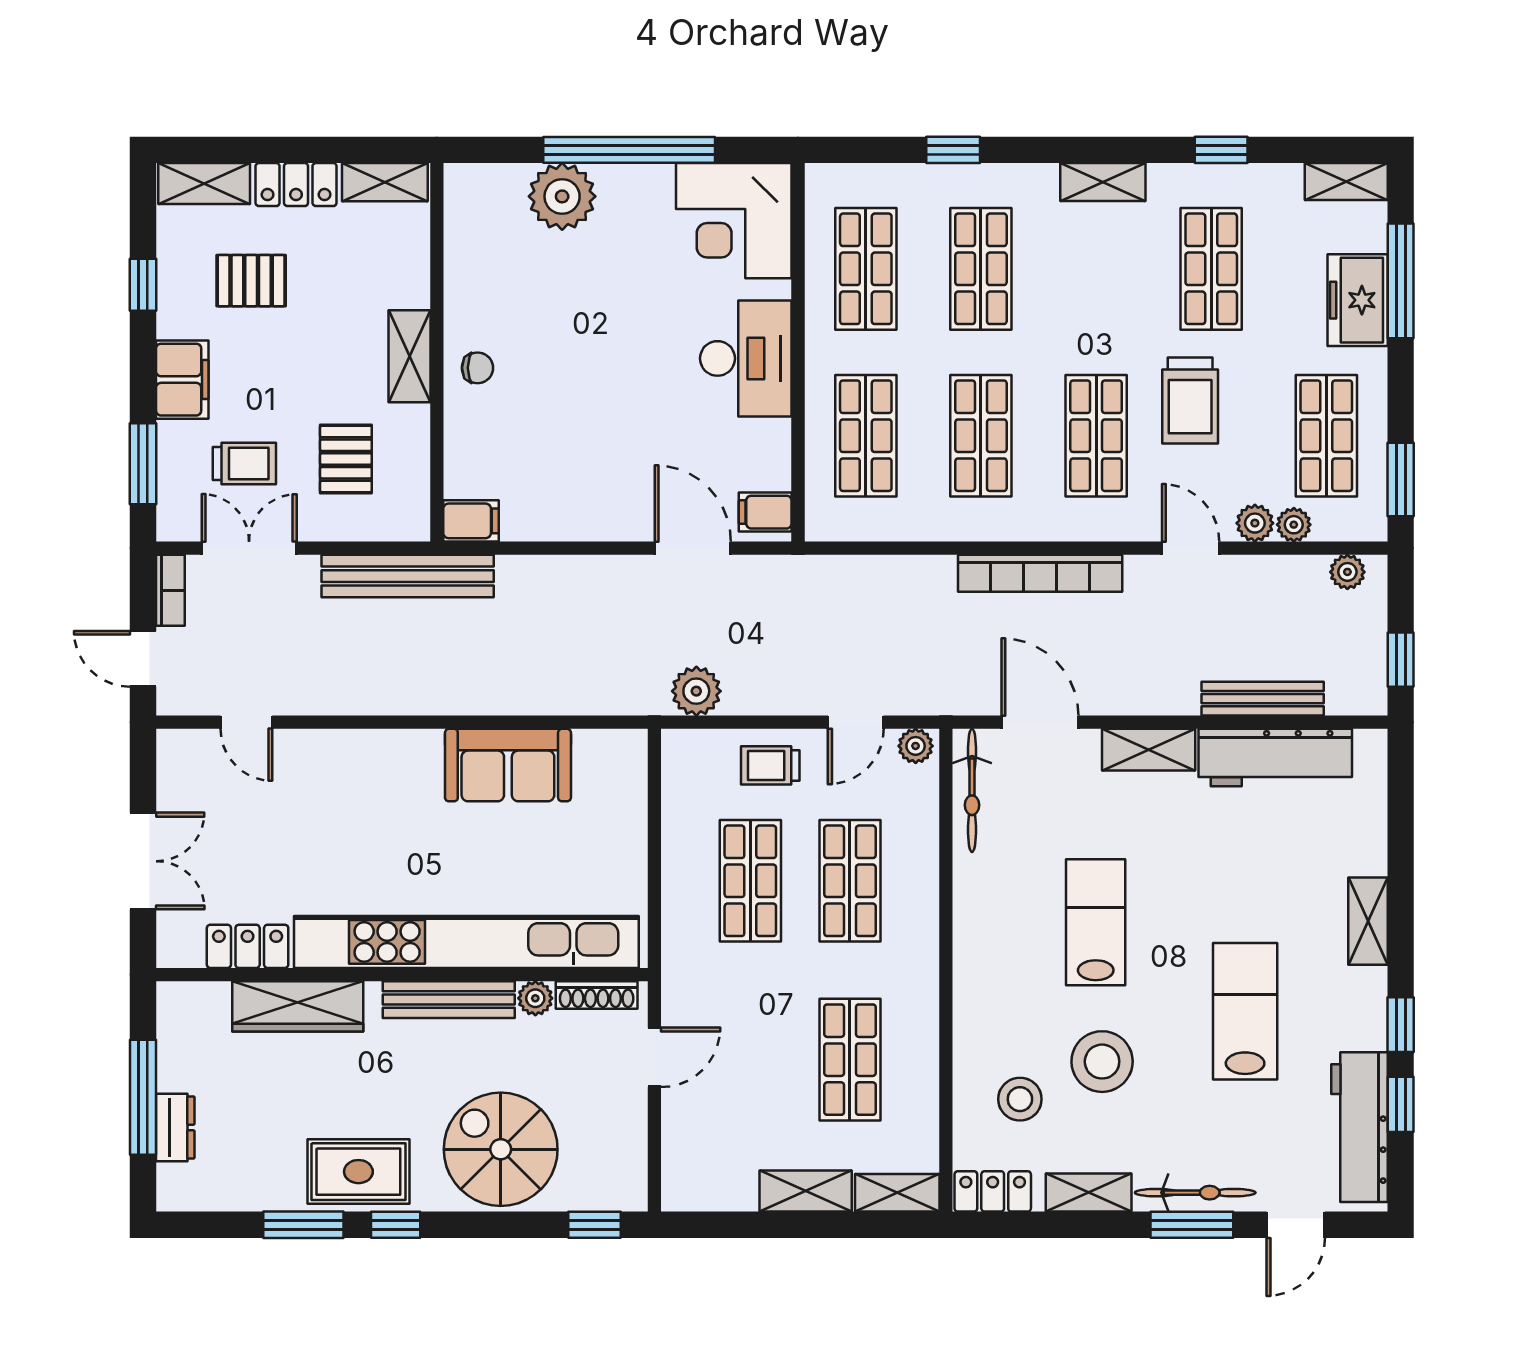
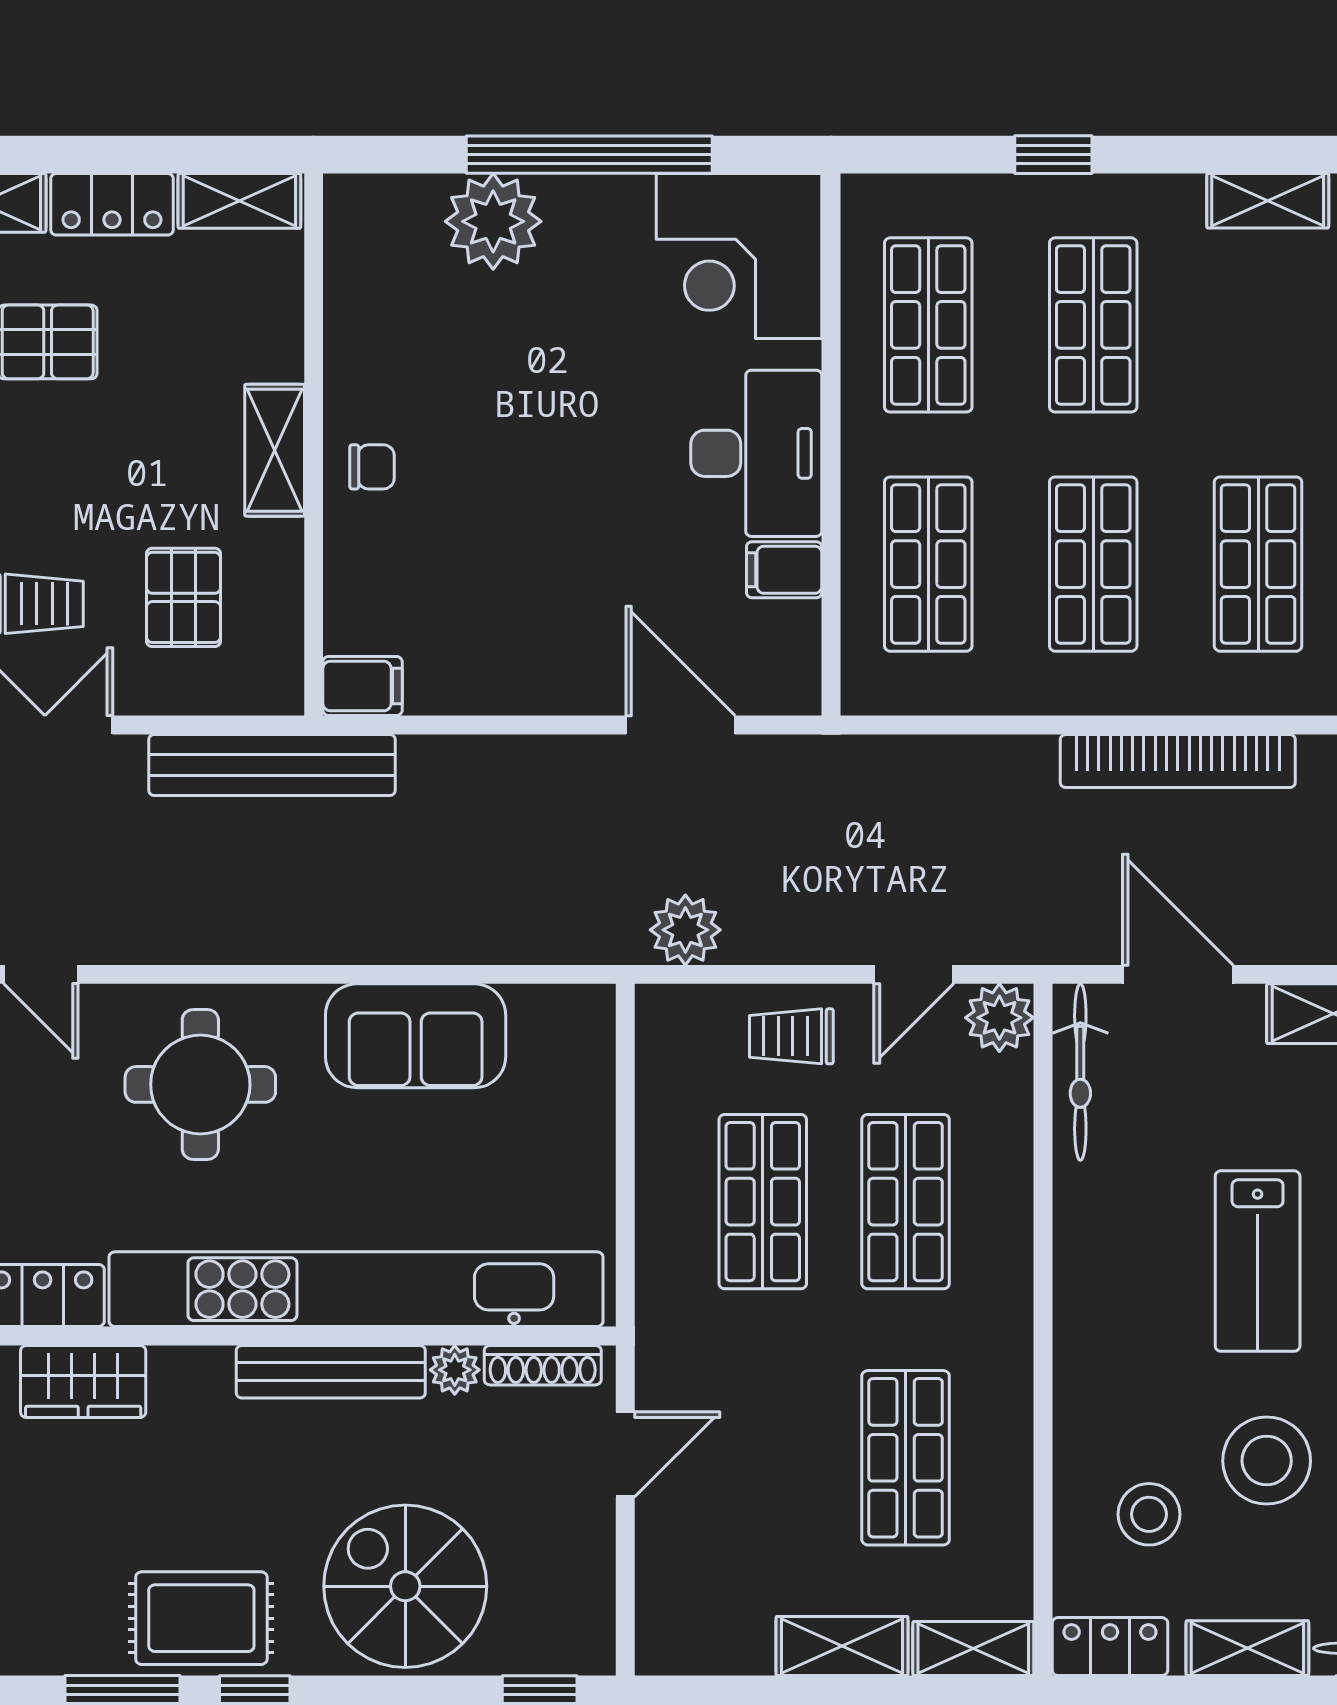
filing cabinet: (765, 512) -> (784, 570), moved
plant: (916, 746) -> (999, 1018), width x1.38, depth x1.38
round table: (358, 799) -> (200, 1084), added
lab bench: (1096, 922) -> (1258, 1261), turned 180
wardrobe: (298, 1006) -> (83, 1382), width x0.67

